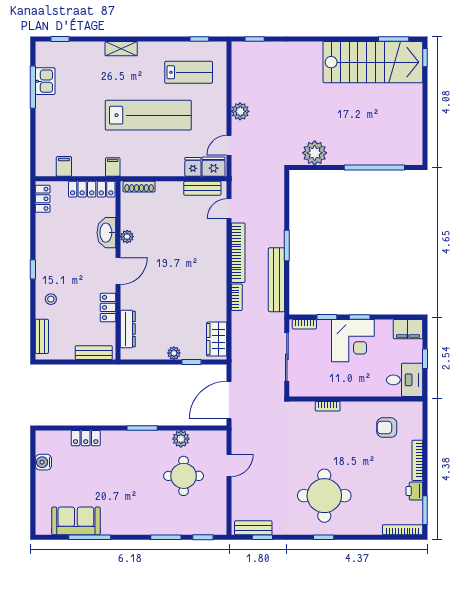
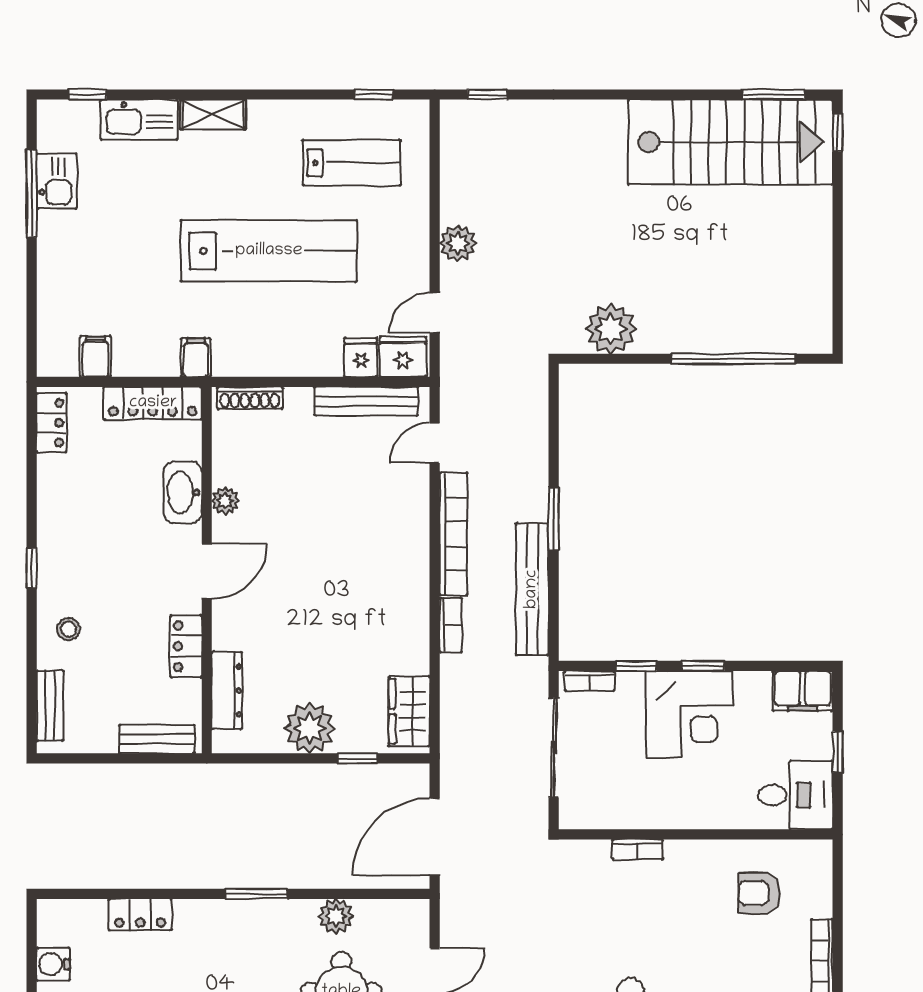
kitchen sink: (85, 51) -> (139, 120), added
bench: (202, 188) -> (366, 401), width x1.36
plant: (174, 353) -> (310, 728), width x1.88, depth x1.88

